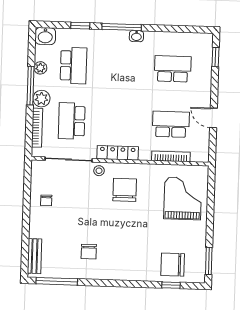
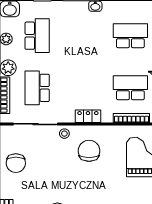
locker: (118, 153) -> (88, 116), width x0.66
chair: (46, 200) -> (16, 163), width x1.87, depth x1.87

